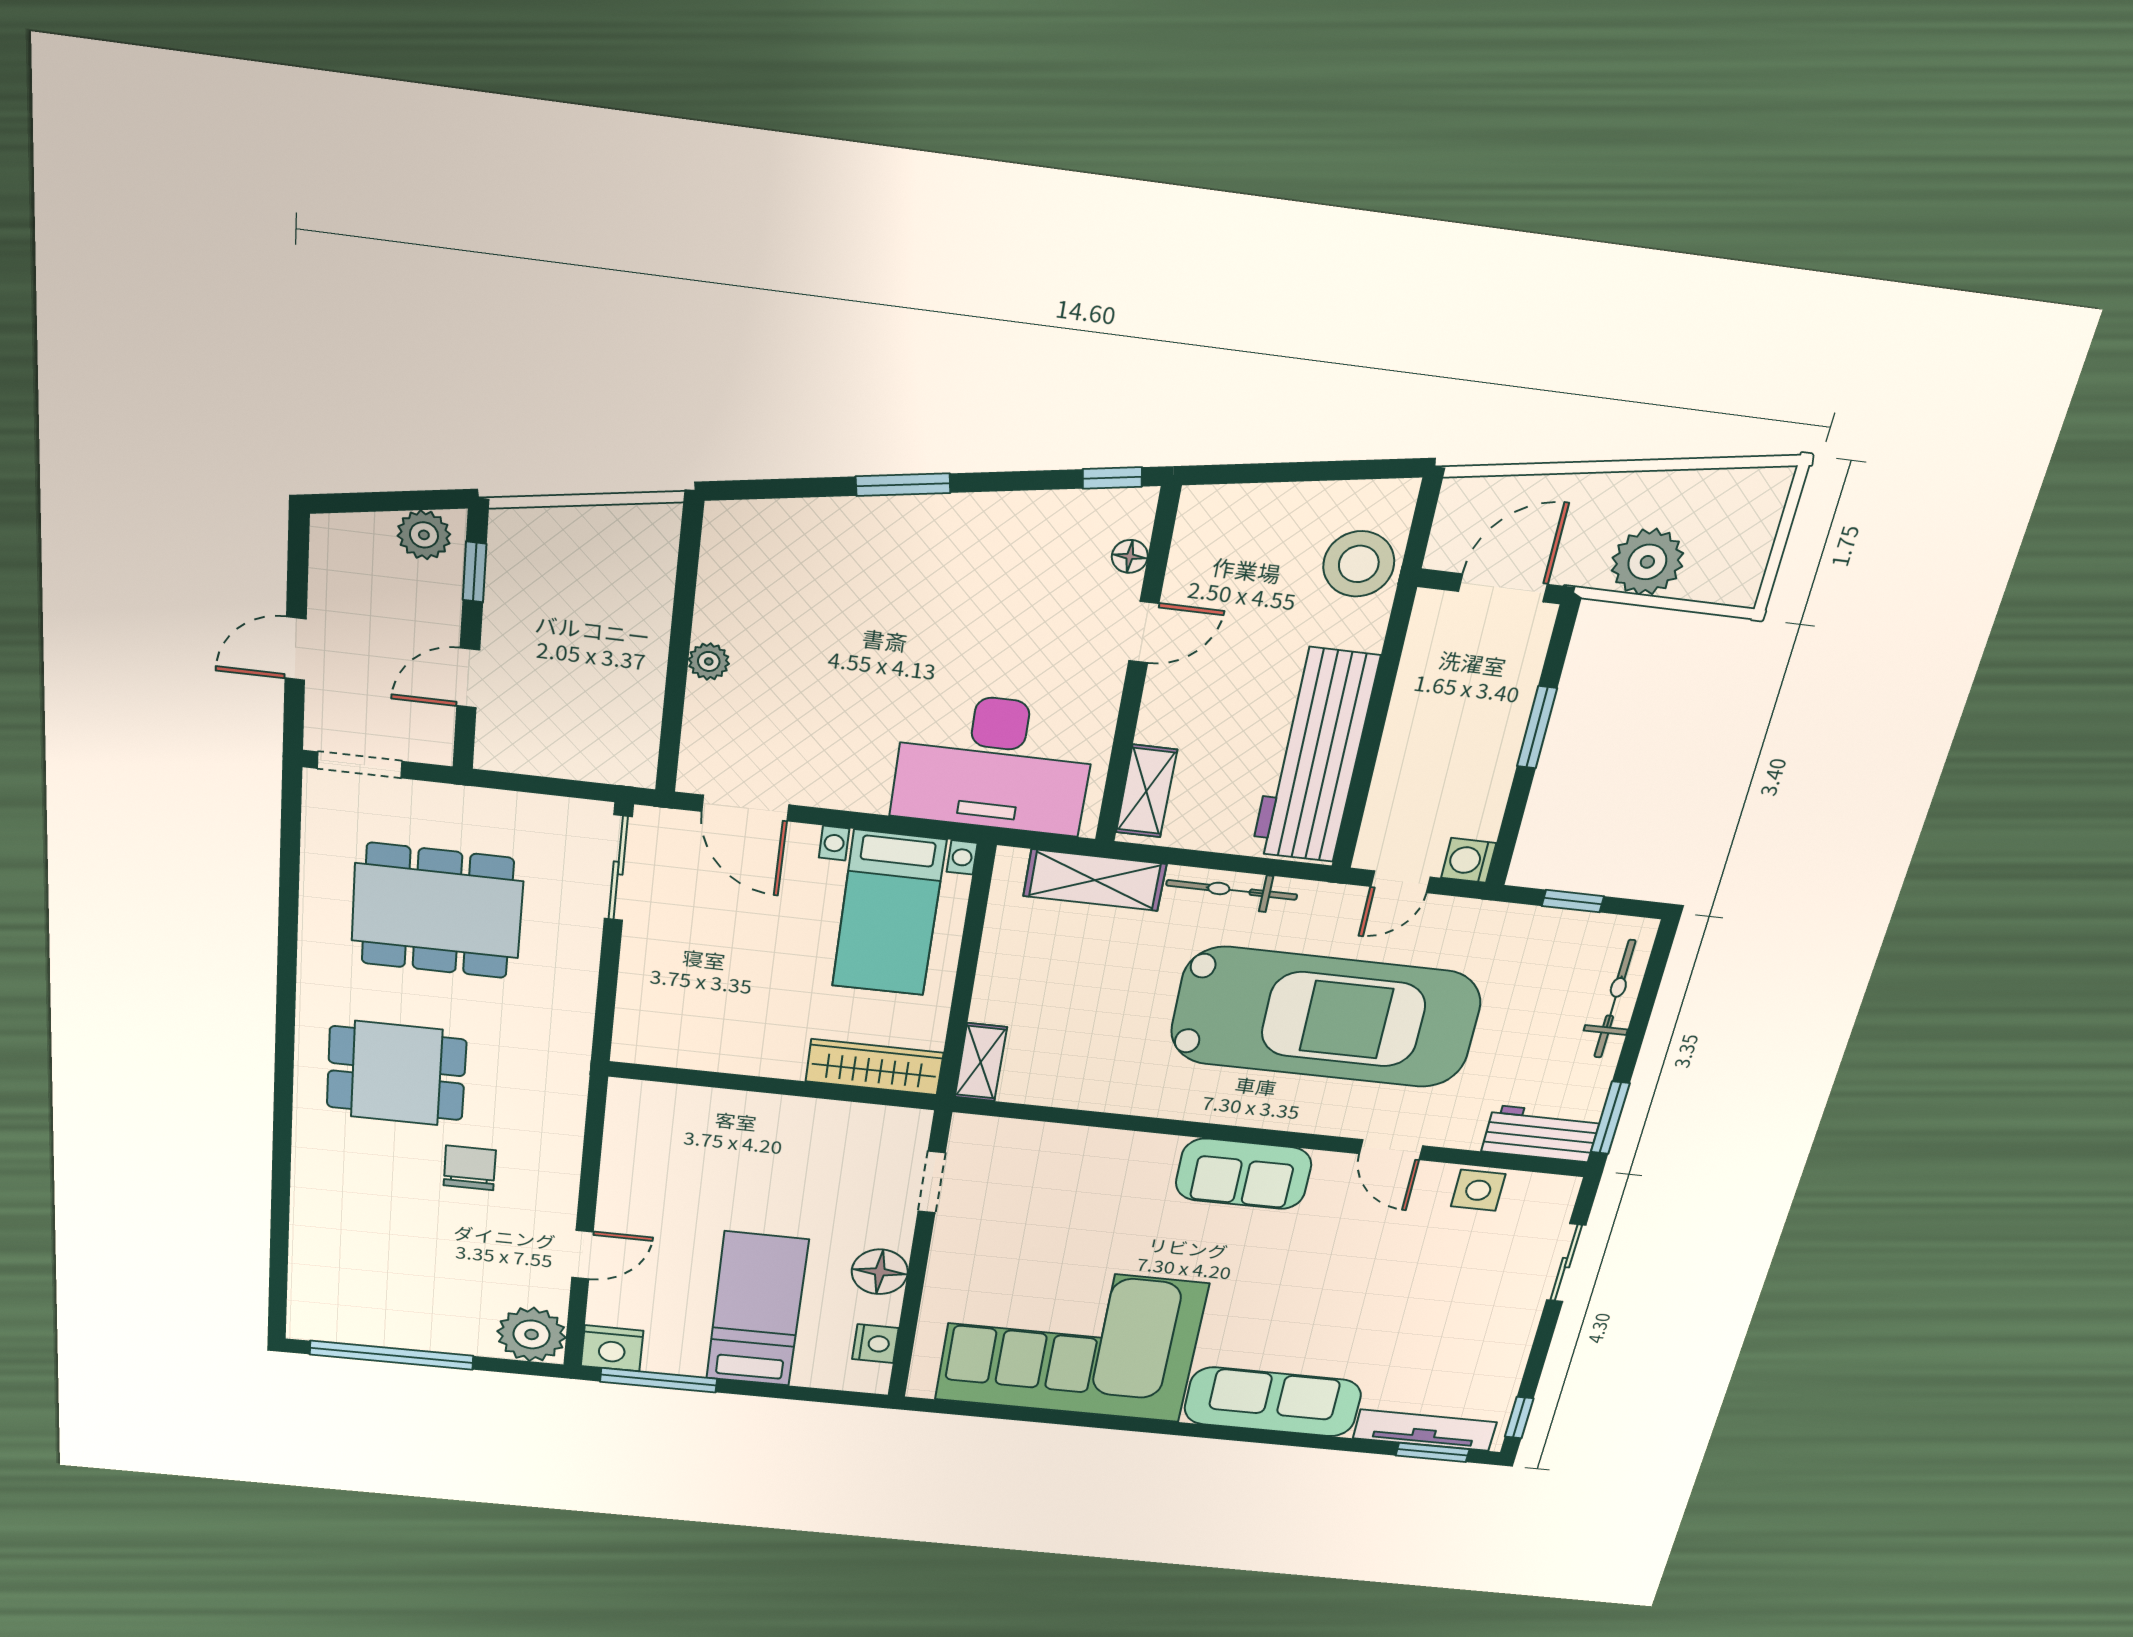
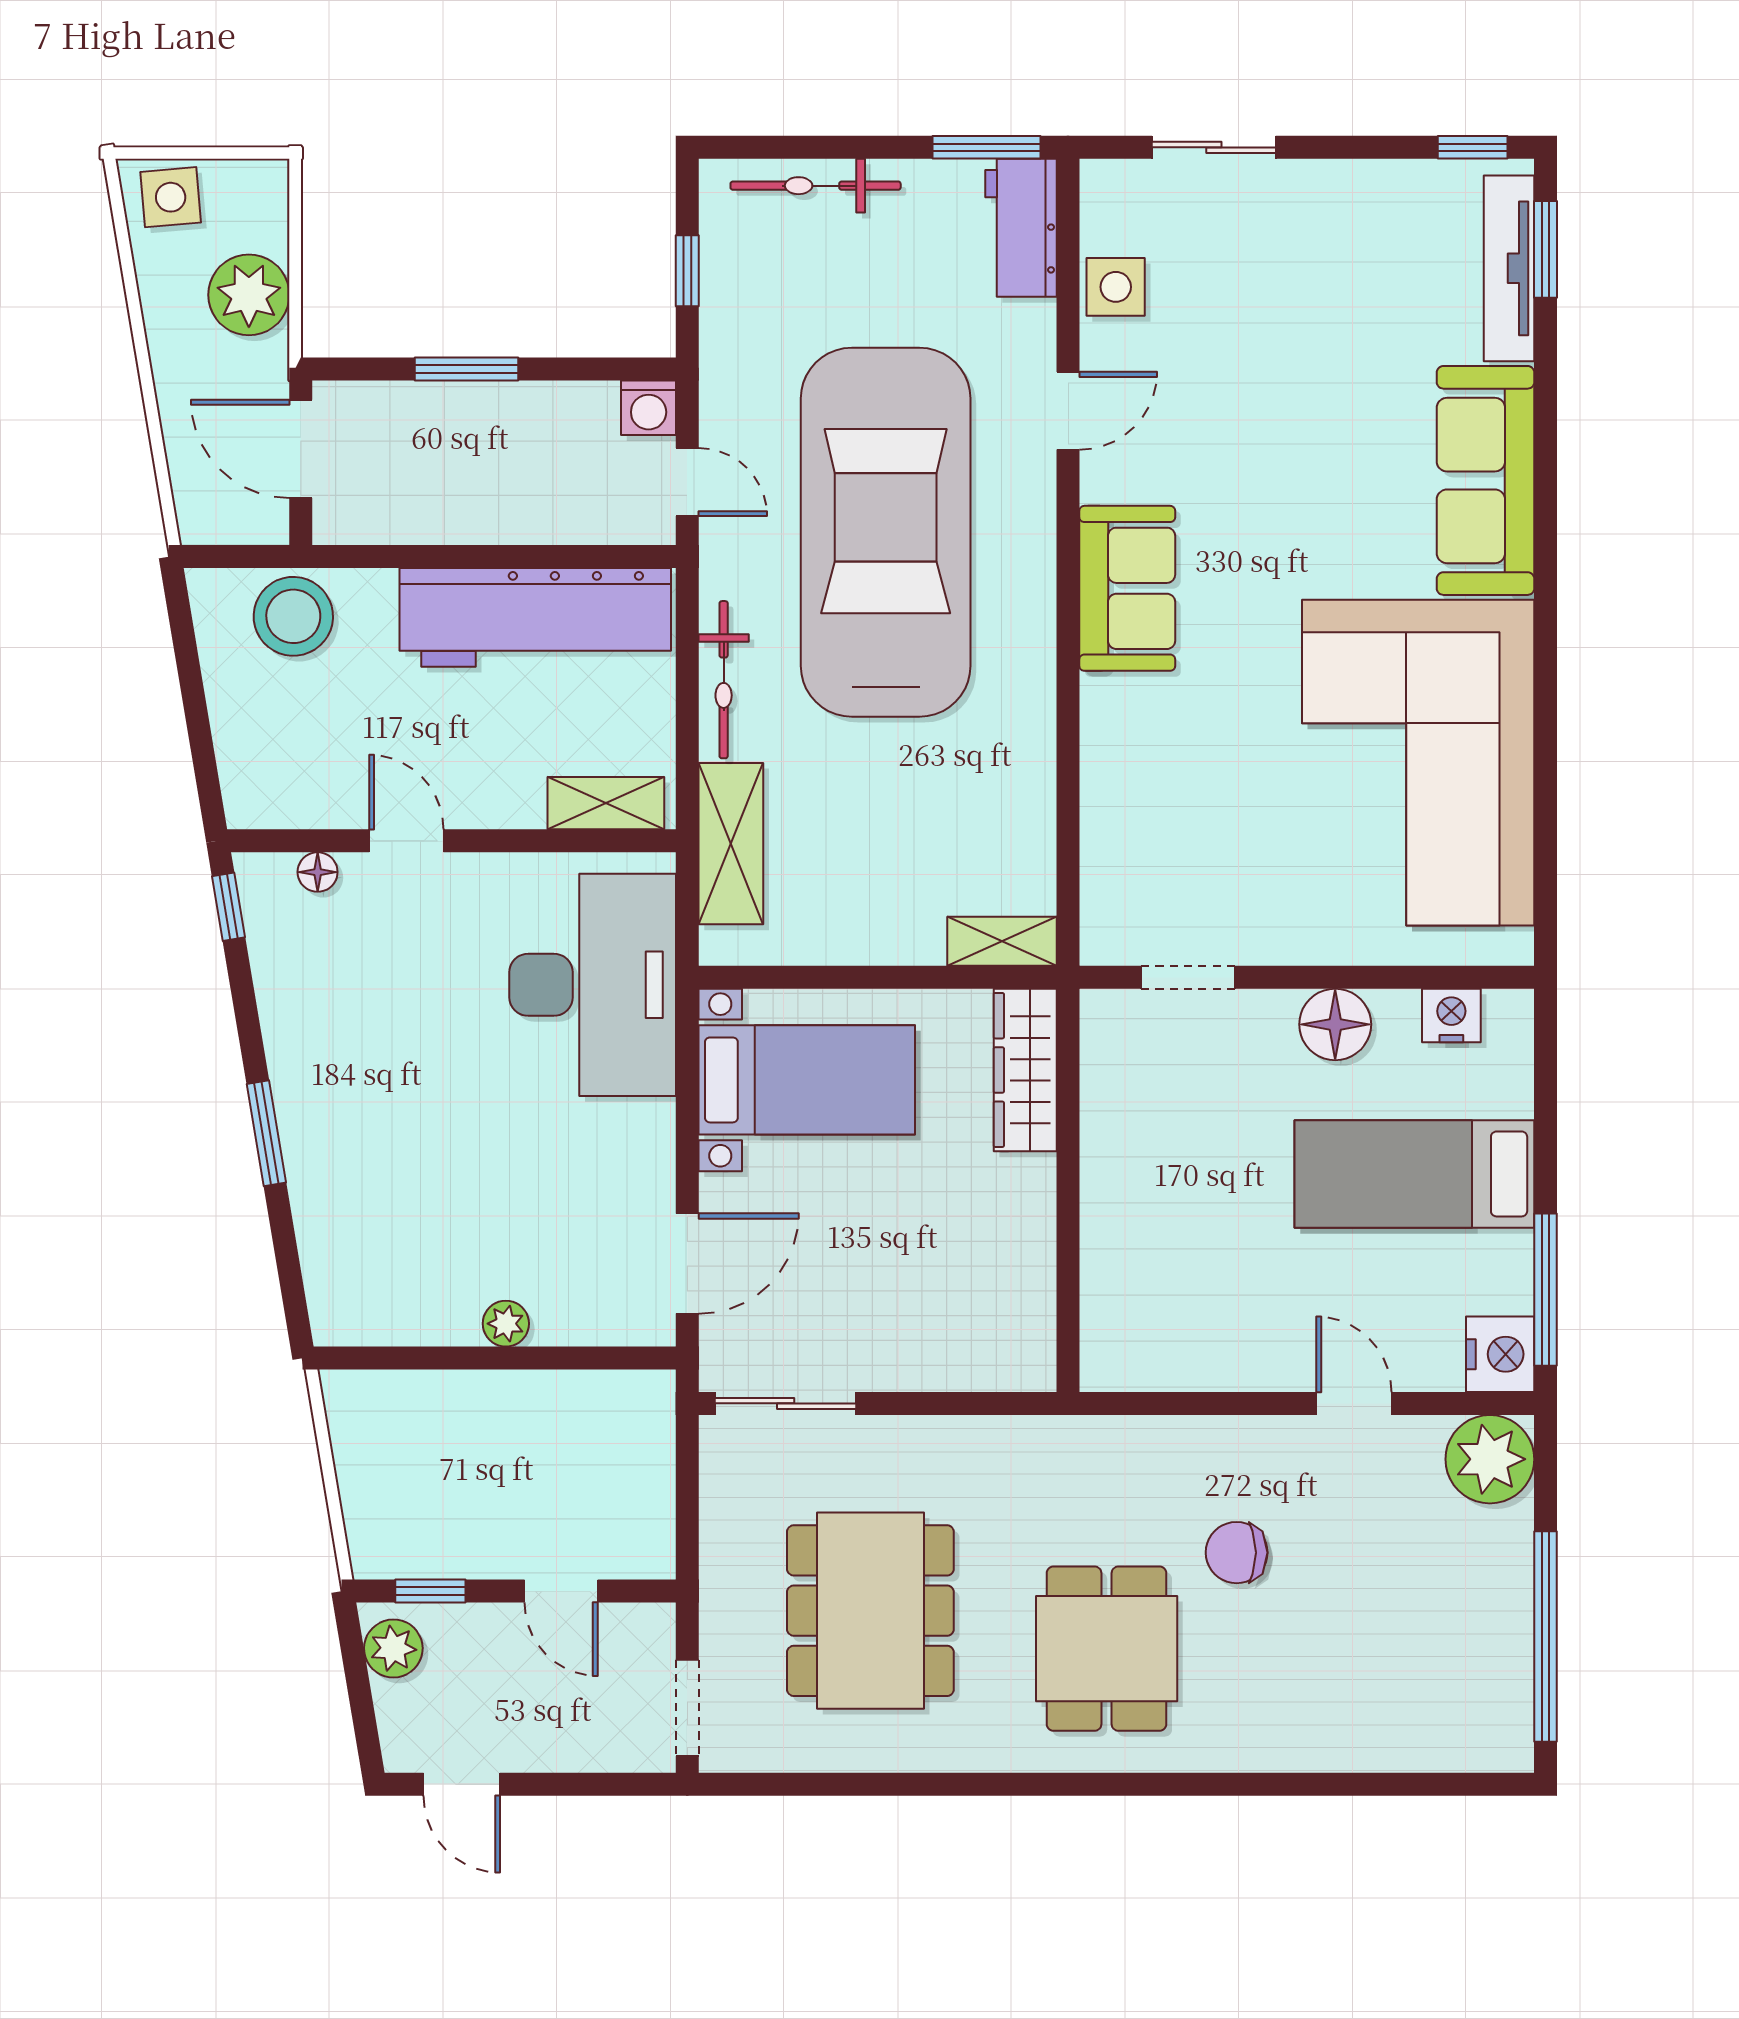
side table: (1751, 508) -> (171, 197), added
door: (296, 649) -> (462, 1784), moved

